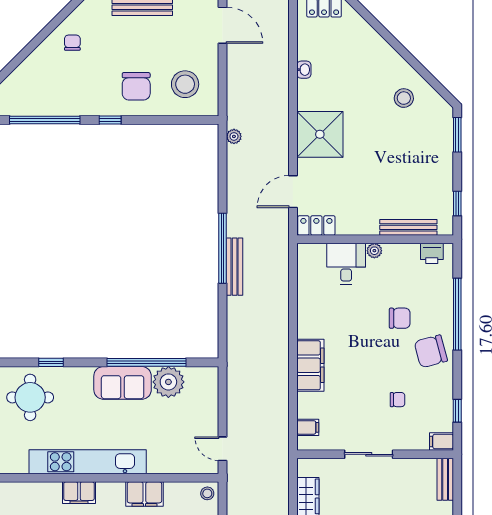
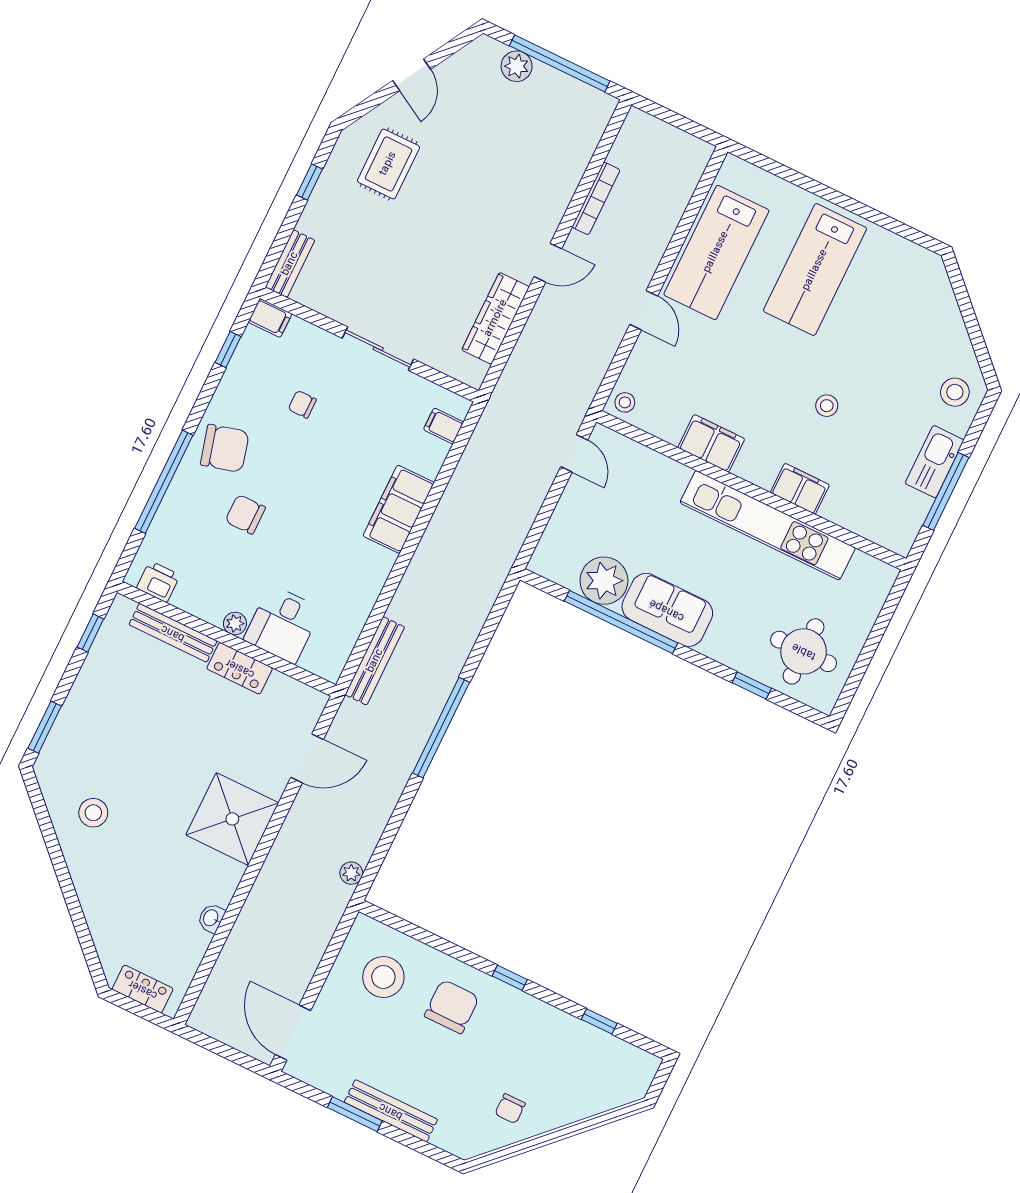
window: (45, 120) -> (599, 1021), width x0.32
locker: (316, 225) -> (240, 668), moved
bench: (235, 267) -> (375, 661), moved

